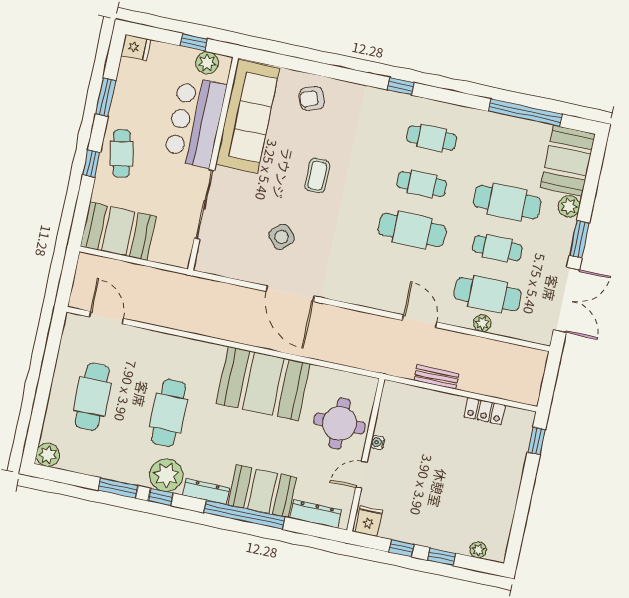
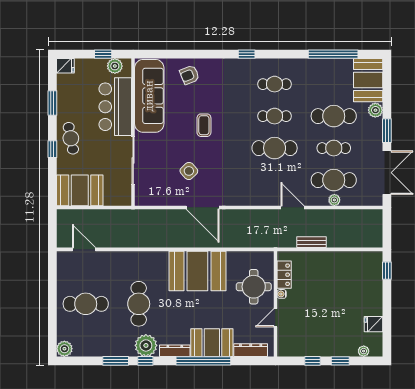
cafe table: (92, 397) -> (86, 304), turned 90
locker: (485, 411) -> (284, 275), moved, turned -90
fridge: (369, 521) -> (374, 324), moved, turned -90

